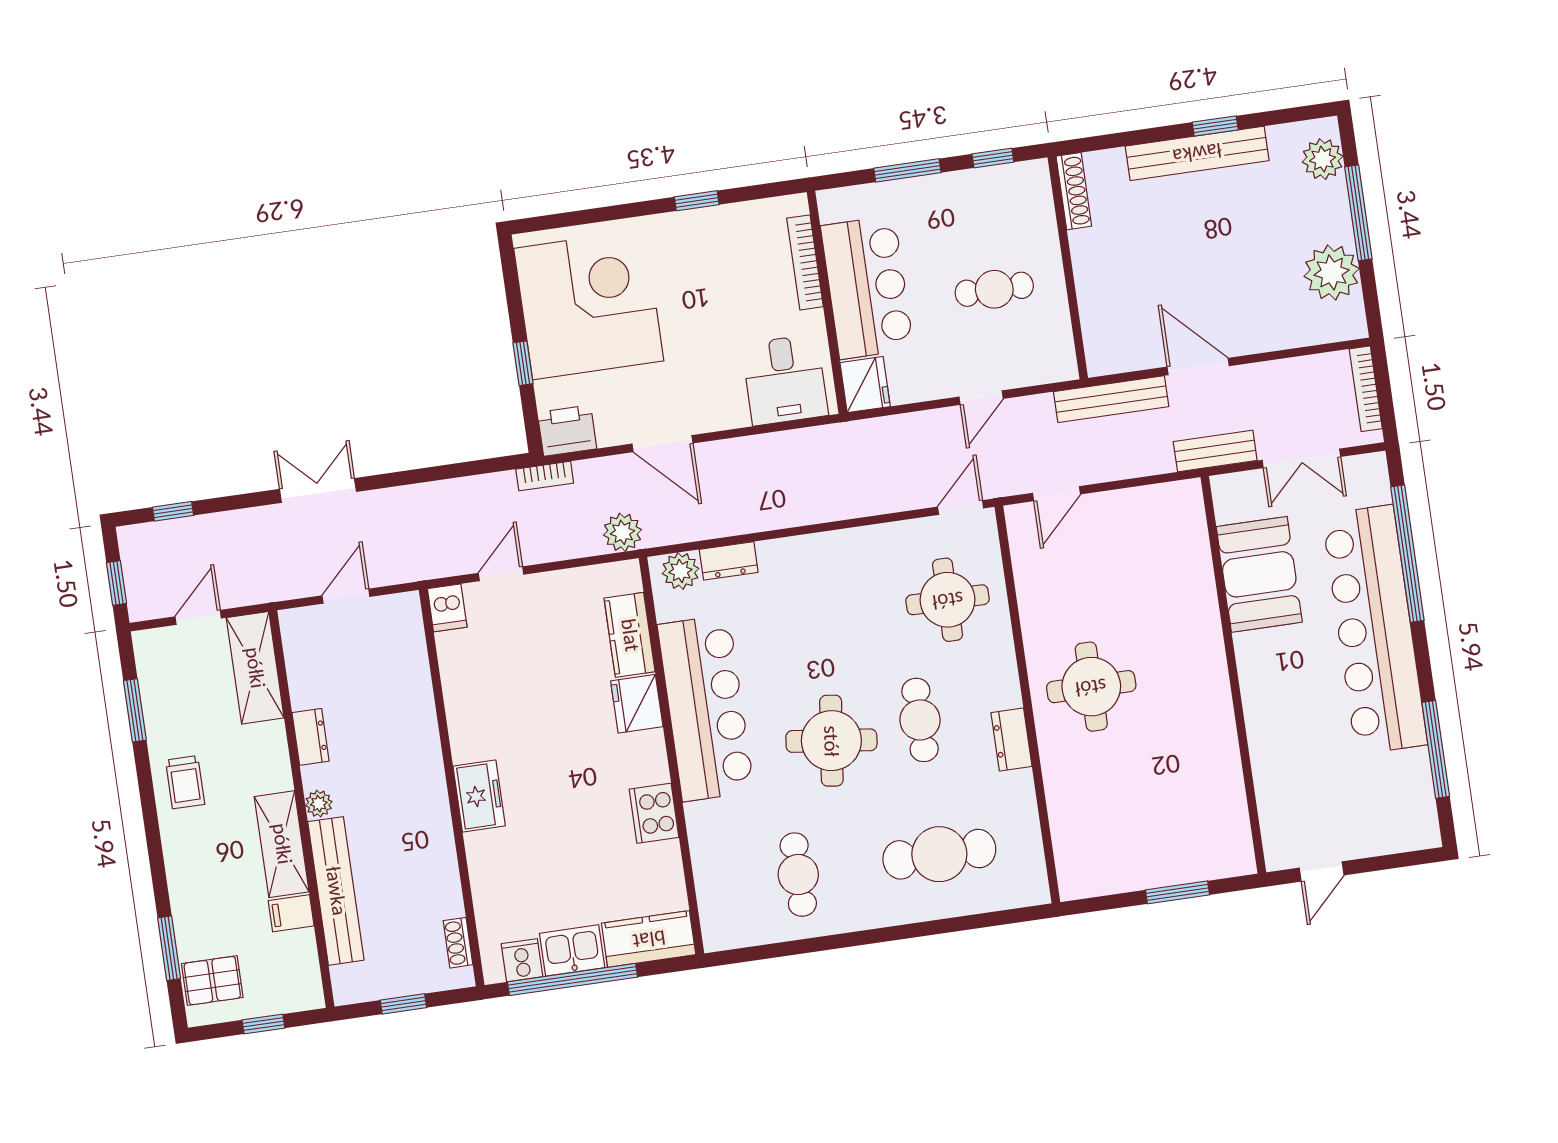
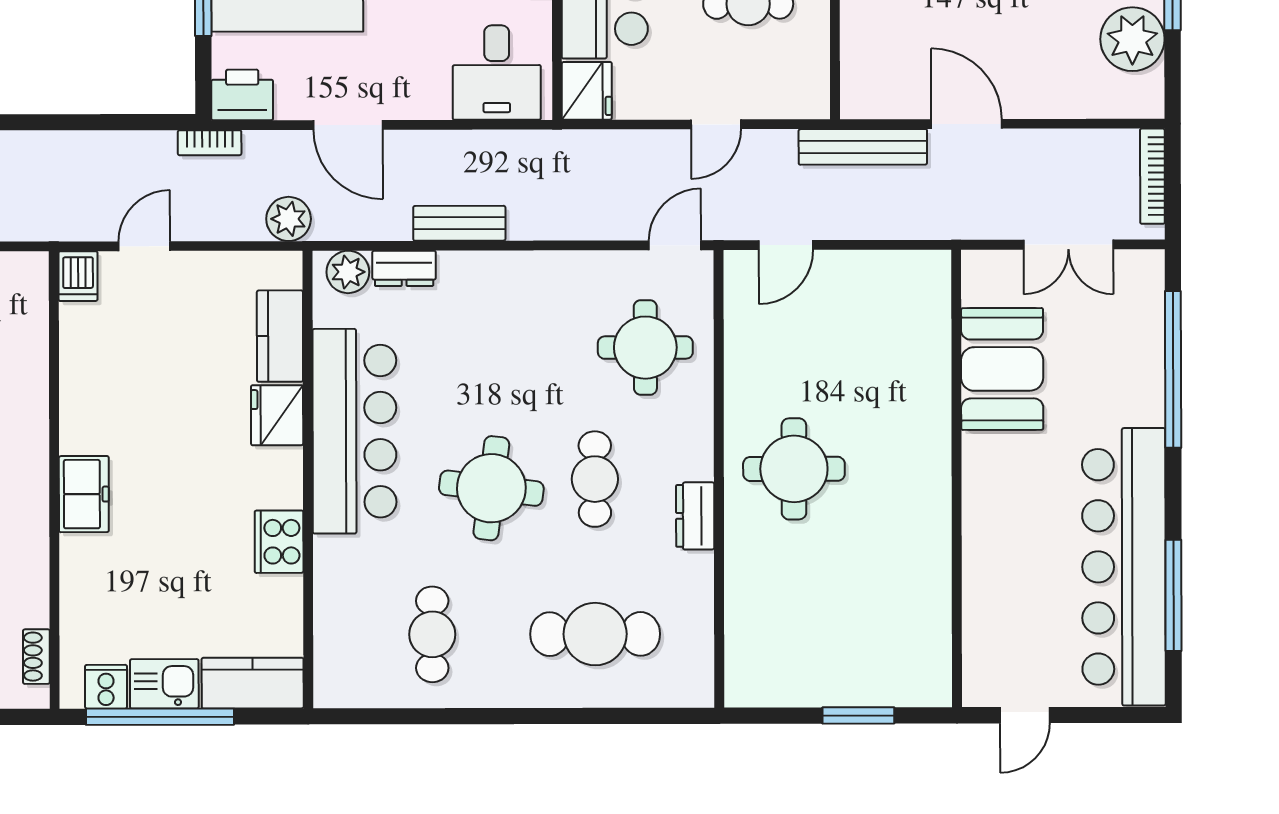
bench: (1215, 451) -> (459, 223), moved
bar counter: (1375, 630) -> (1124, 567), moved

